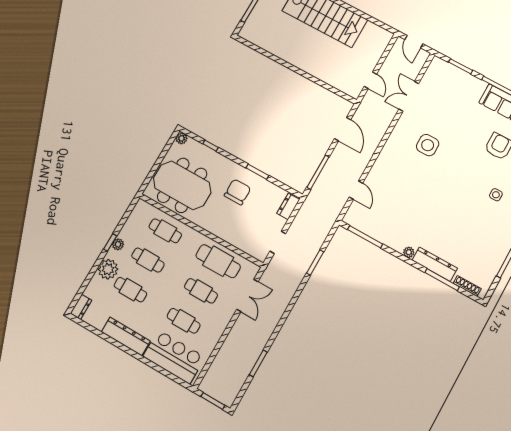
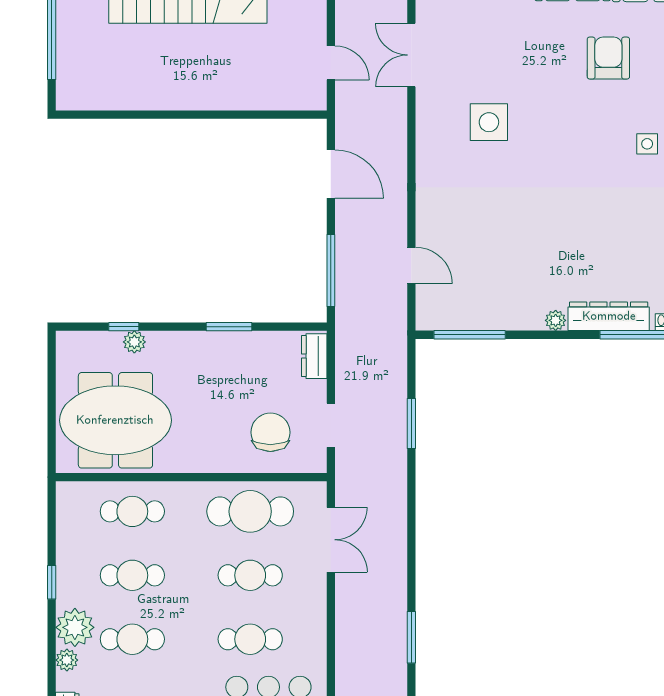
plant: (181, 138) -> (134, 342), moved
chair: (238, 192) -> (270, 432), moved
plant: (118, 244) -> (67, 660), moved

